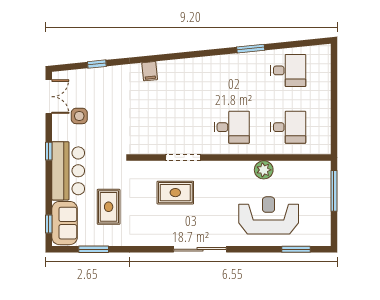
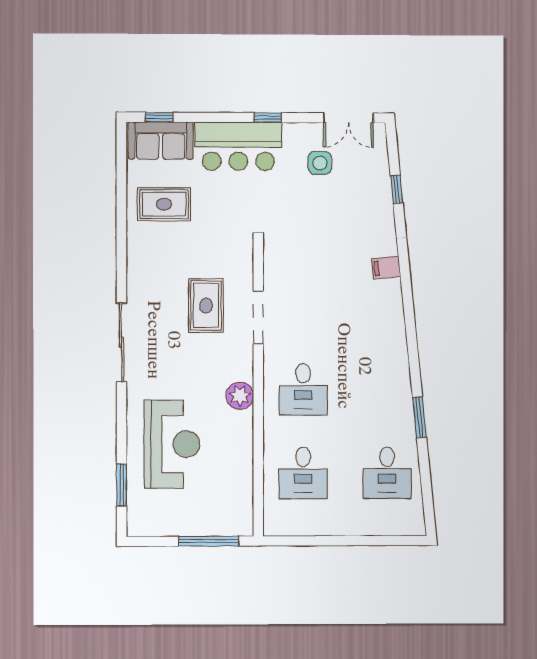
plant: (264, 170) -> (240, 396), moved
rug: (109, 207) -> (164, 204), moved
window: (94, 249) -> (121, 184), removed

